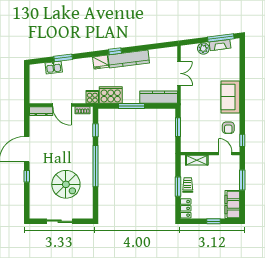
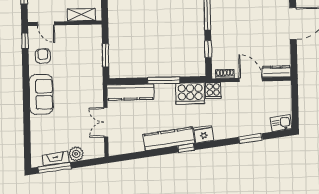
kitchen sink: (54, 68) -> (281, 123), moved

